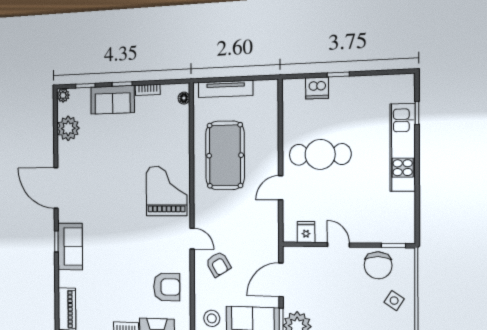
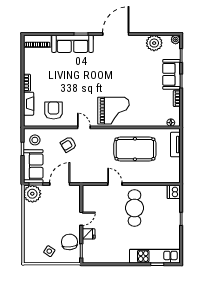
dishwasher: (317, 88) -> (174, 192), moved
tv unit: (226, 89) -> (175, 145), width x0.71
kitchen unit: (403, 147) -> (155, 256), moved
fridge: (306, 232) -> (89, 234), moved
door: (192, 239) -> (84, 127), swing flipped
sofa: (70, 246) -> (72, 44), width x1.36
chair: (378, 265) -> (70, 242), turned 85
door: (281, 280) -> (60, 184), hinge flipped
armchair: (167, 287) -> (54, 110), turned 180

